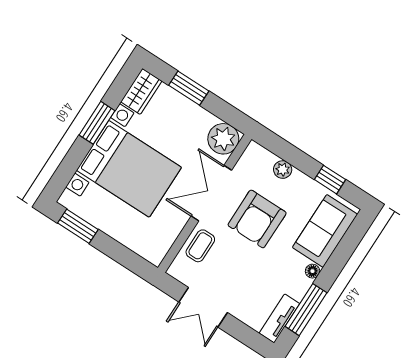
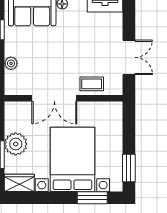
window: (97, 123) -> (92, 198), moved
plant: (223, 139) -> (16, 144), moved
armchair: (257, 219) -> (52, 59), removed

